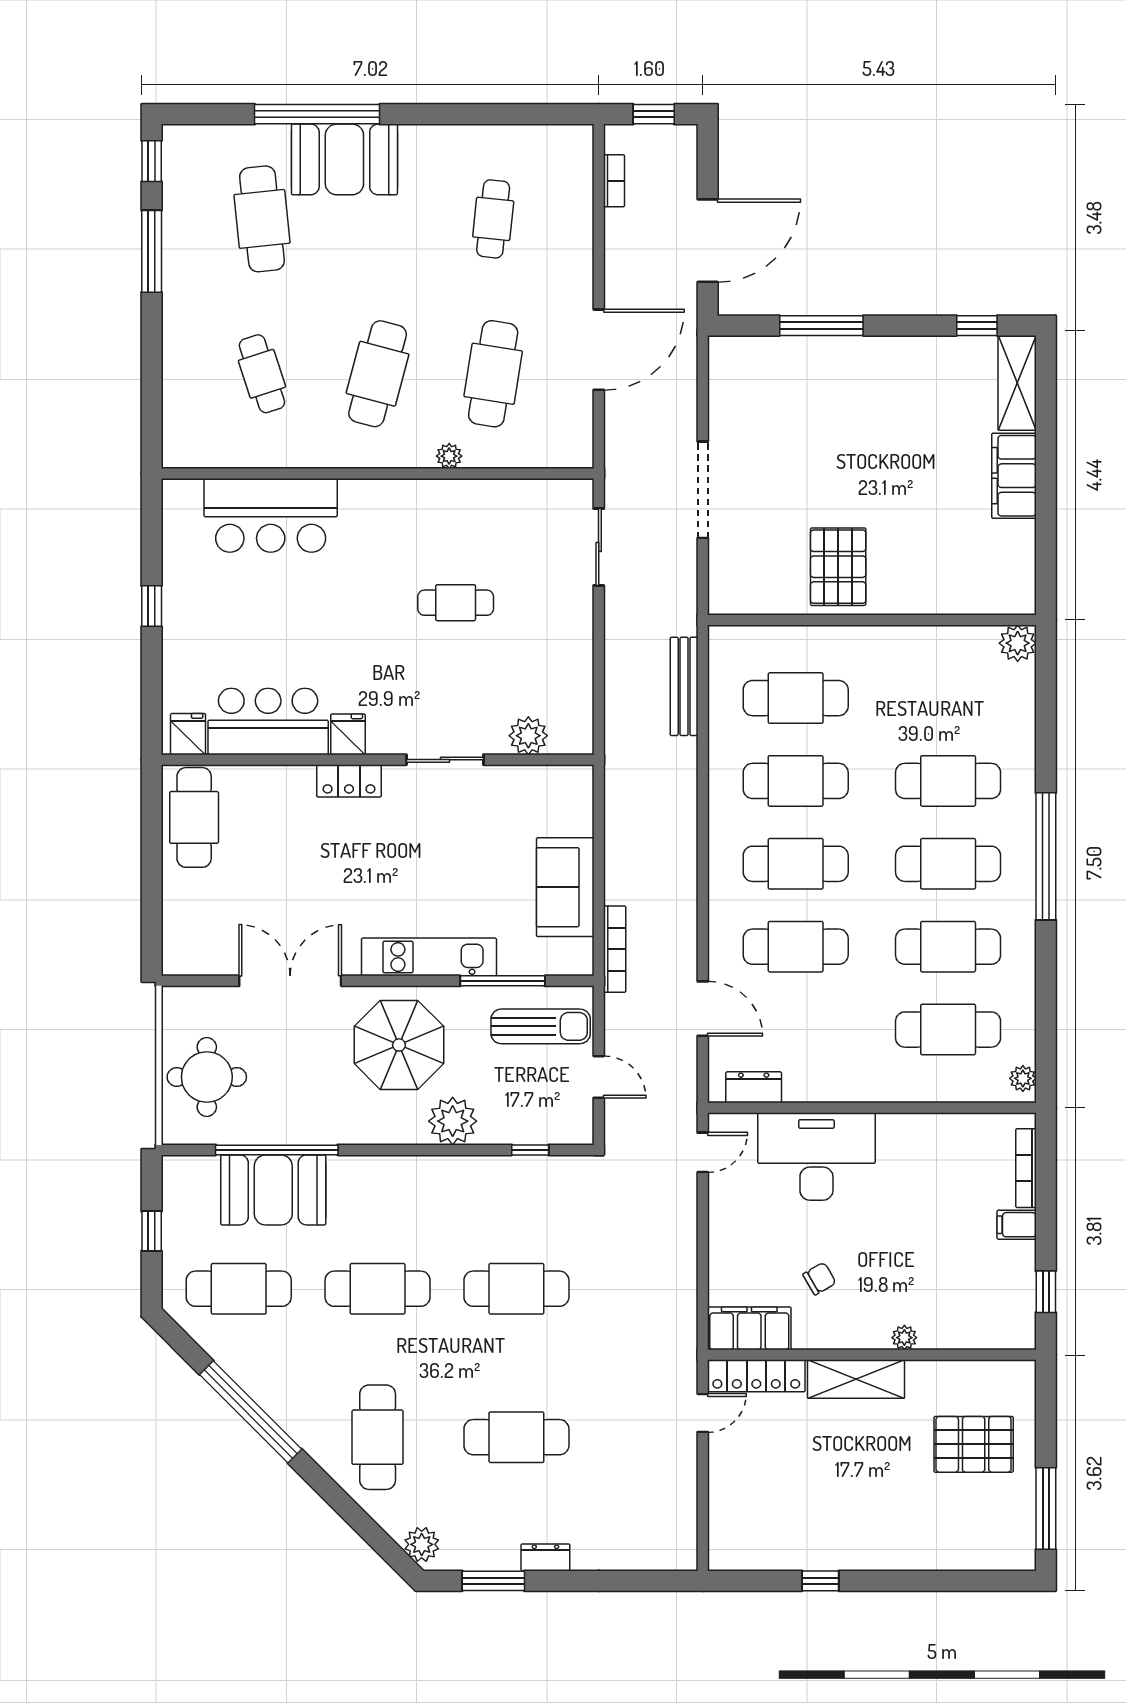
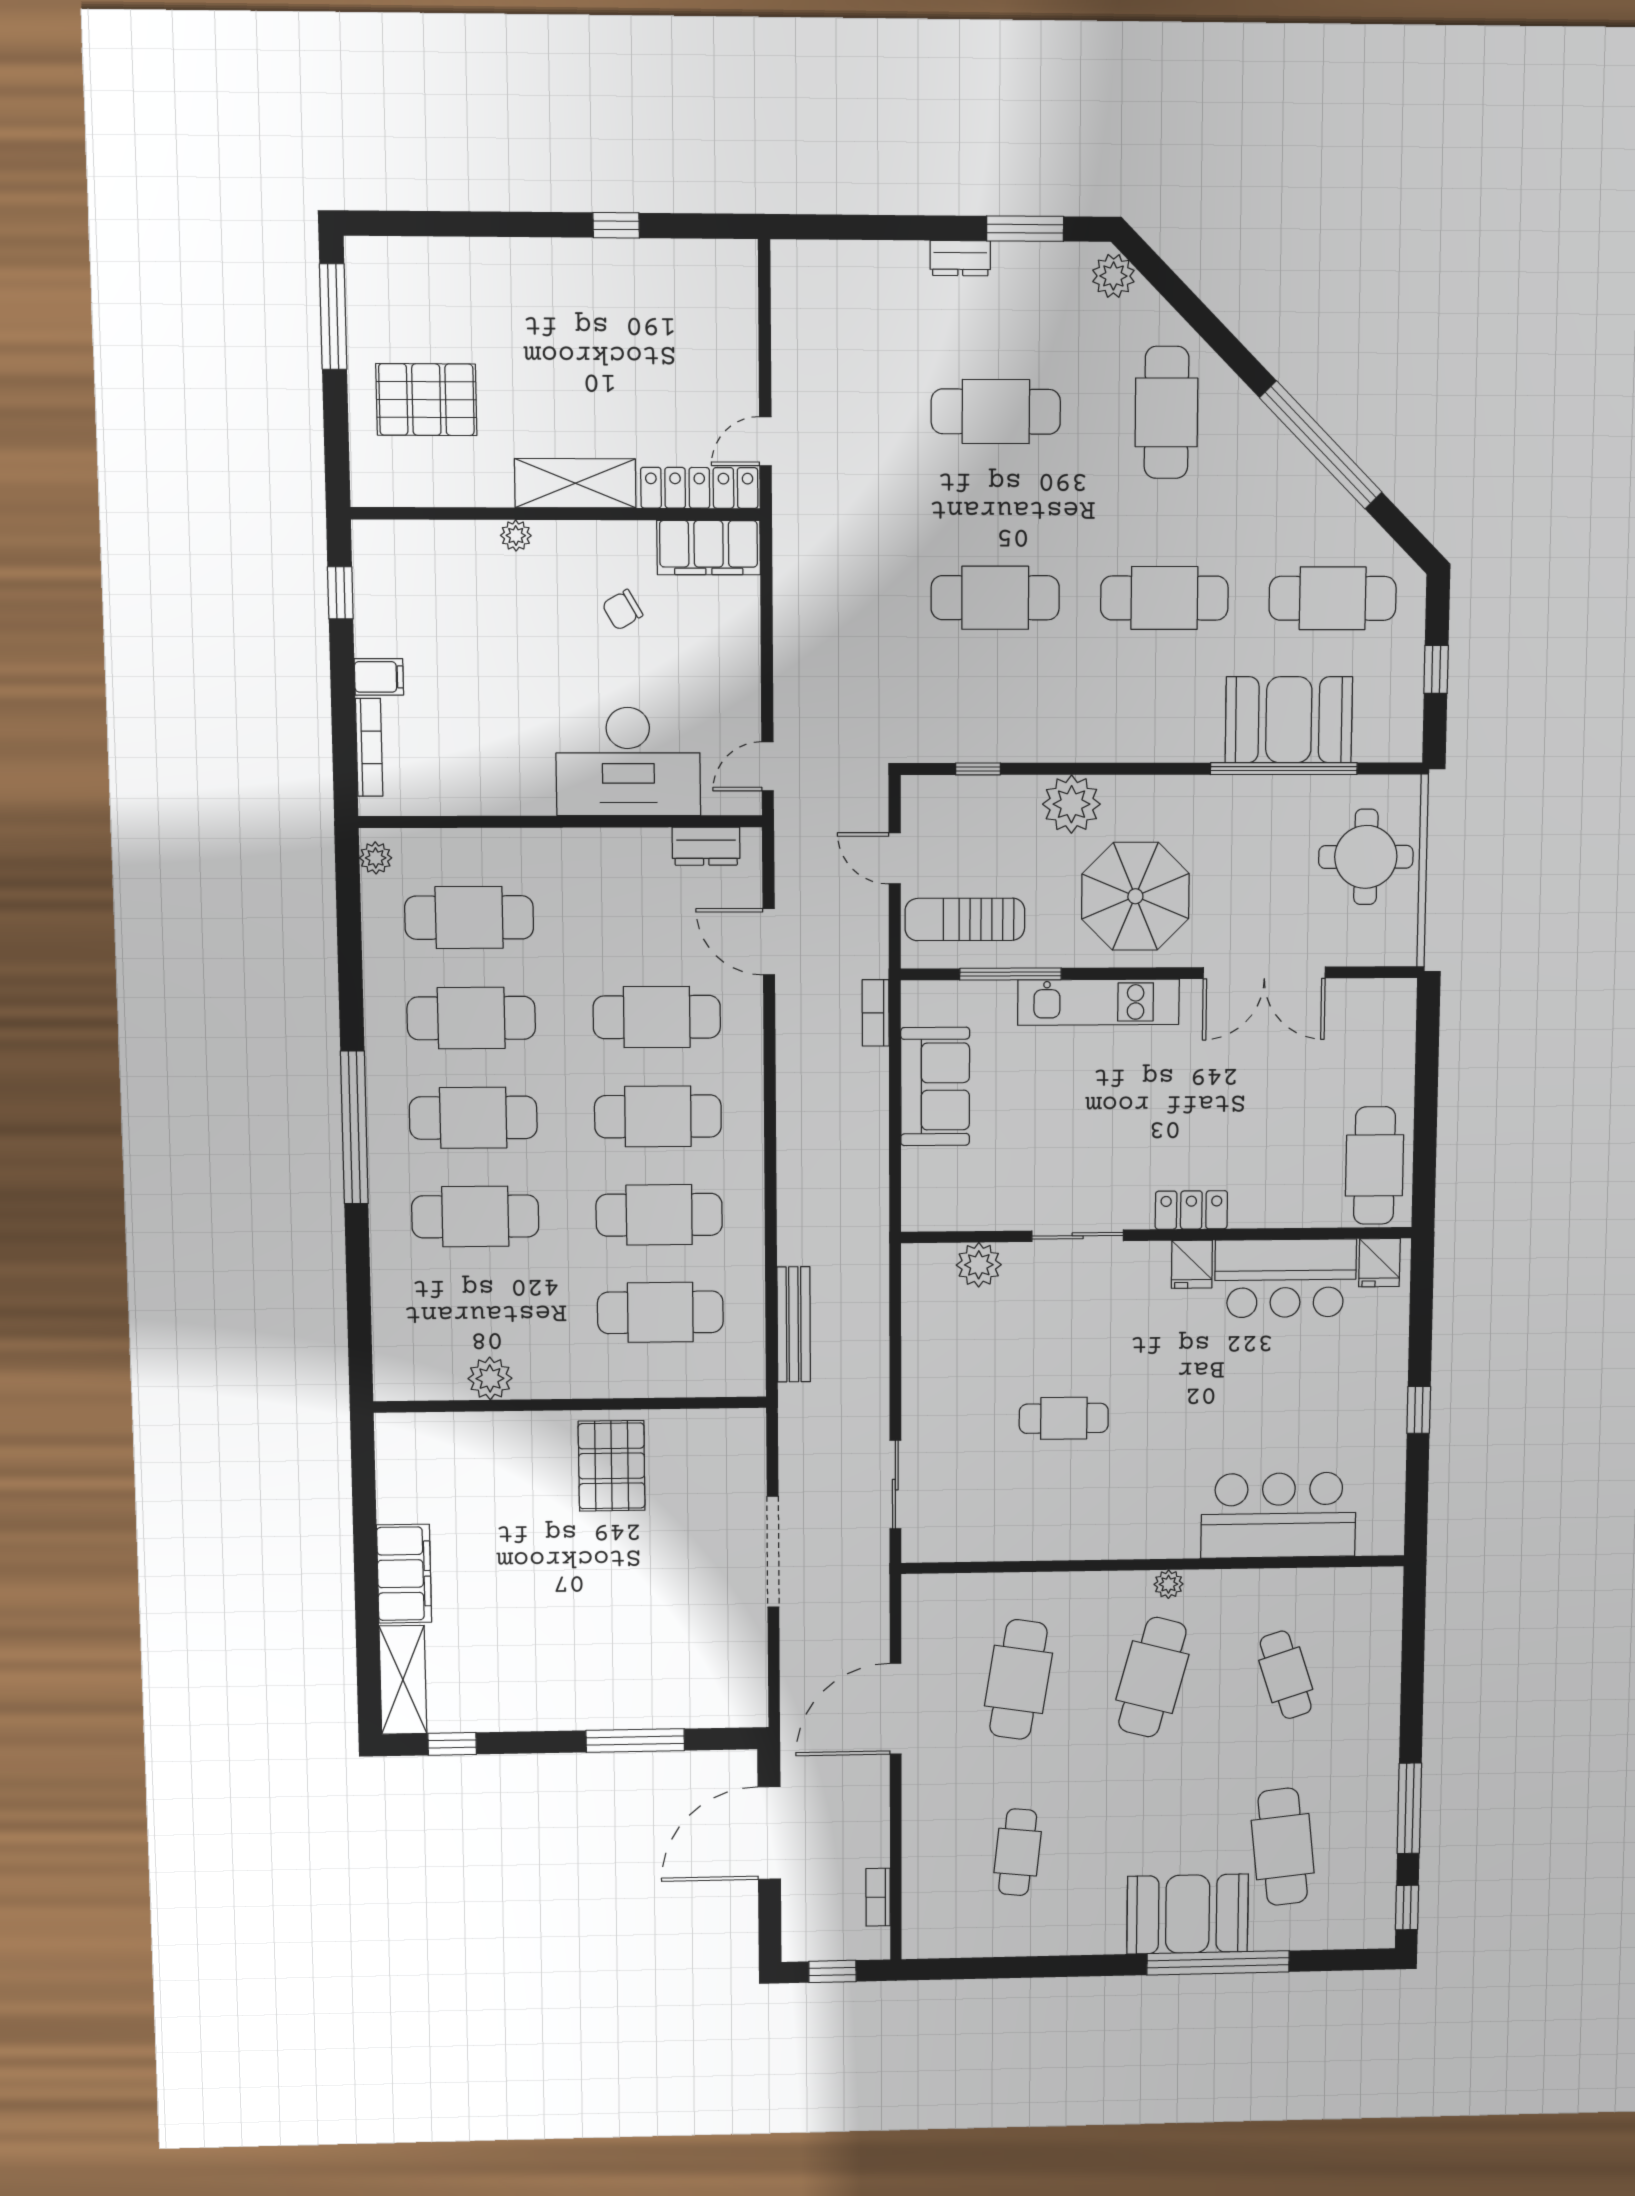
plant: (449, 456) -> (1169, 1584), moved
plant: (1018, 643) -> (490, 1378), moved
bookcase: (615, 949) -> (876, 1013), width x0.64

